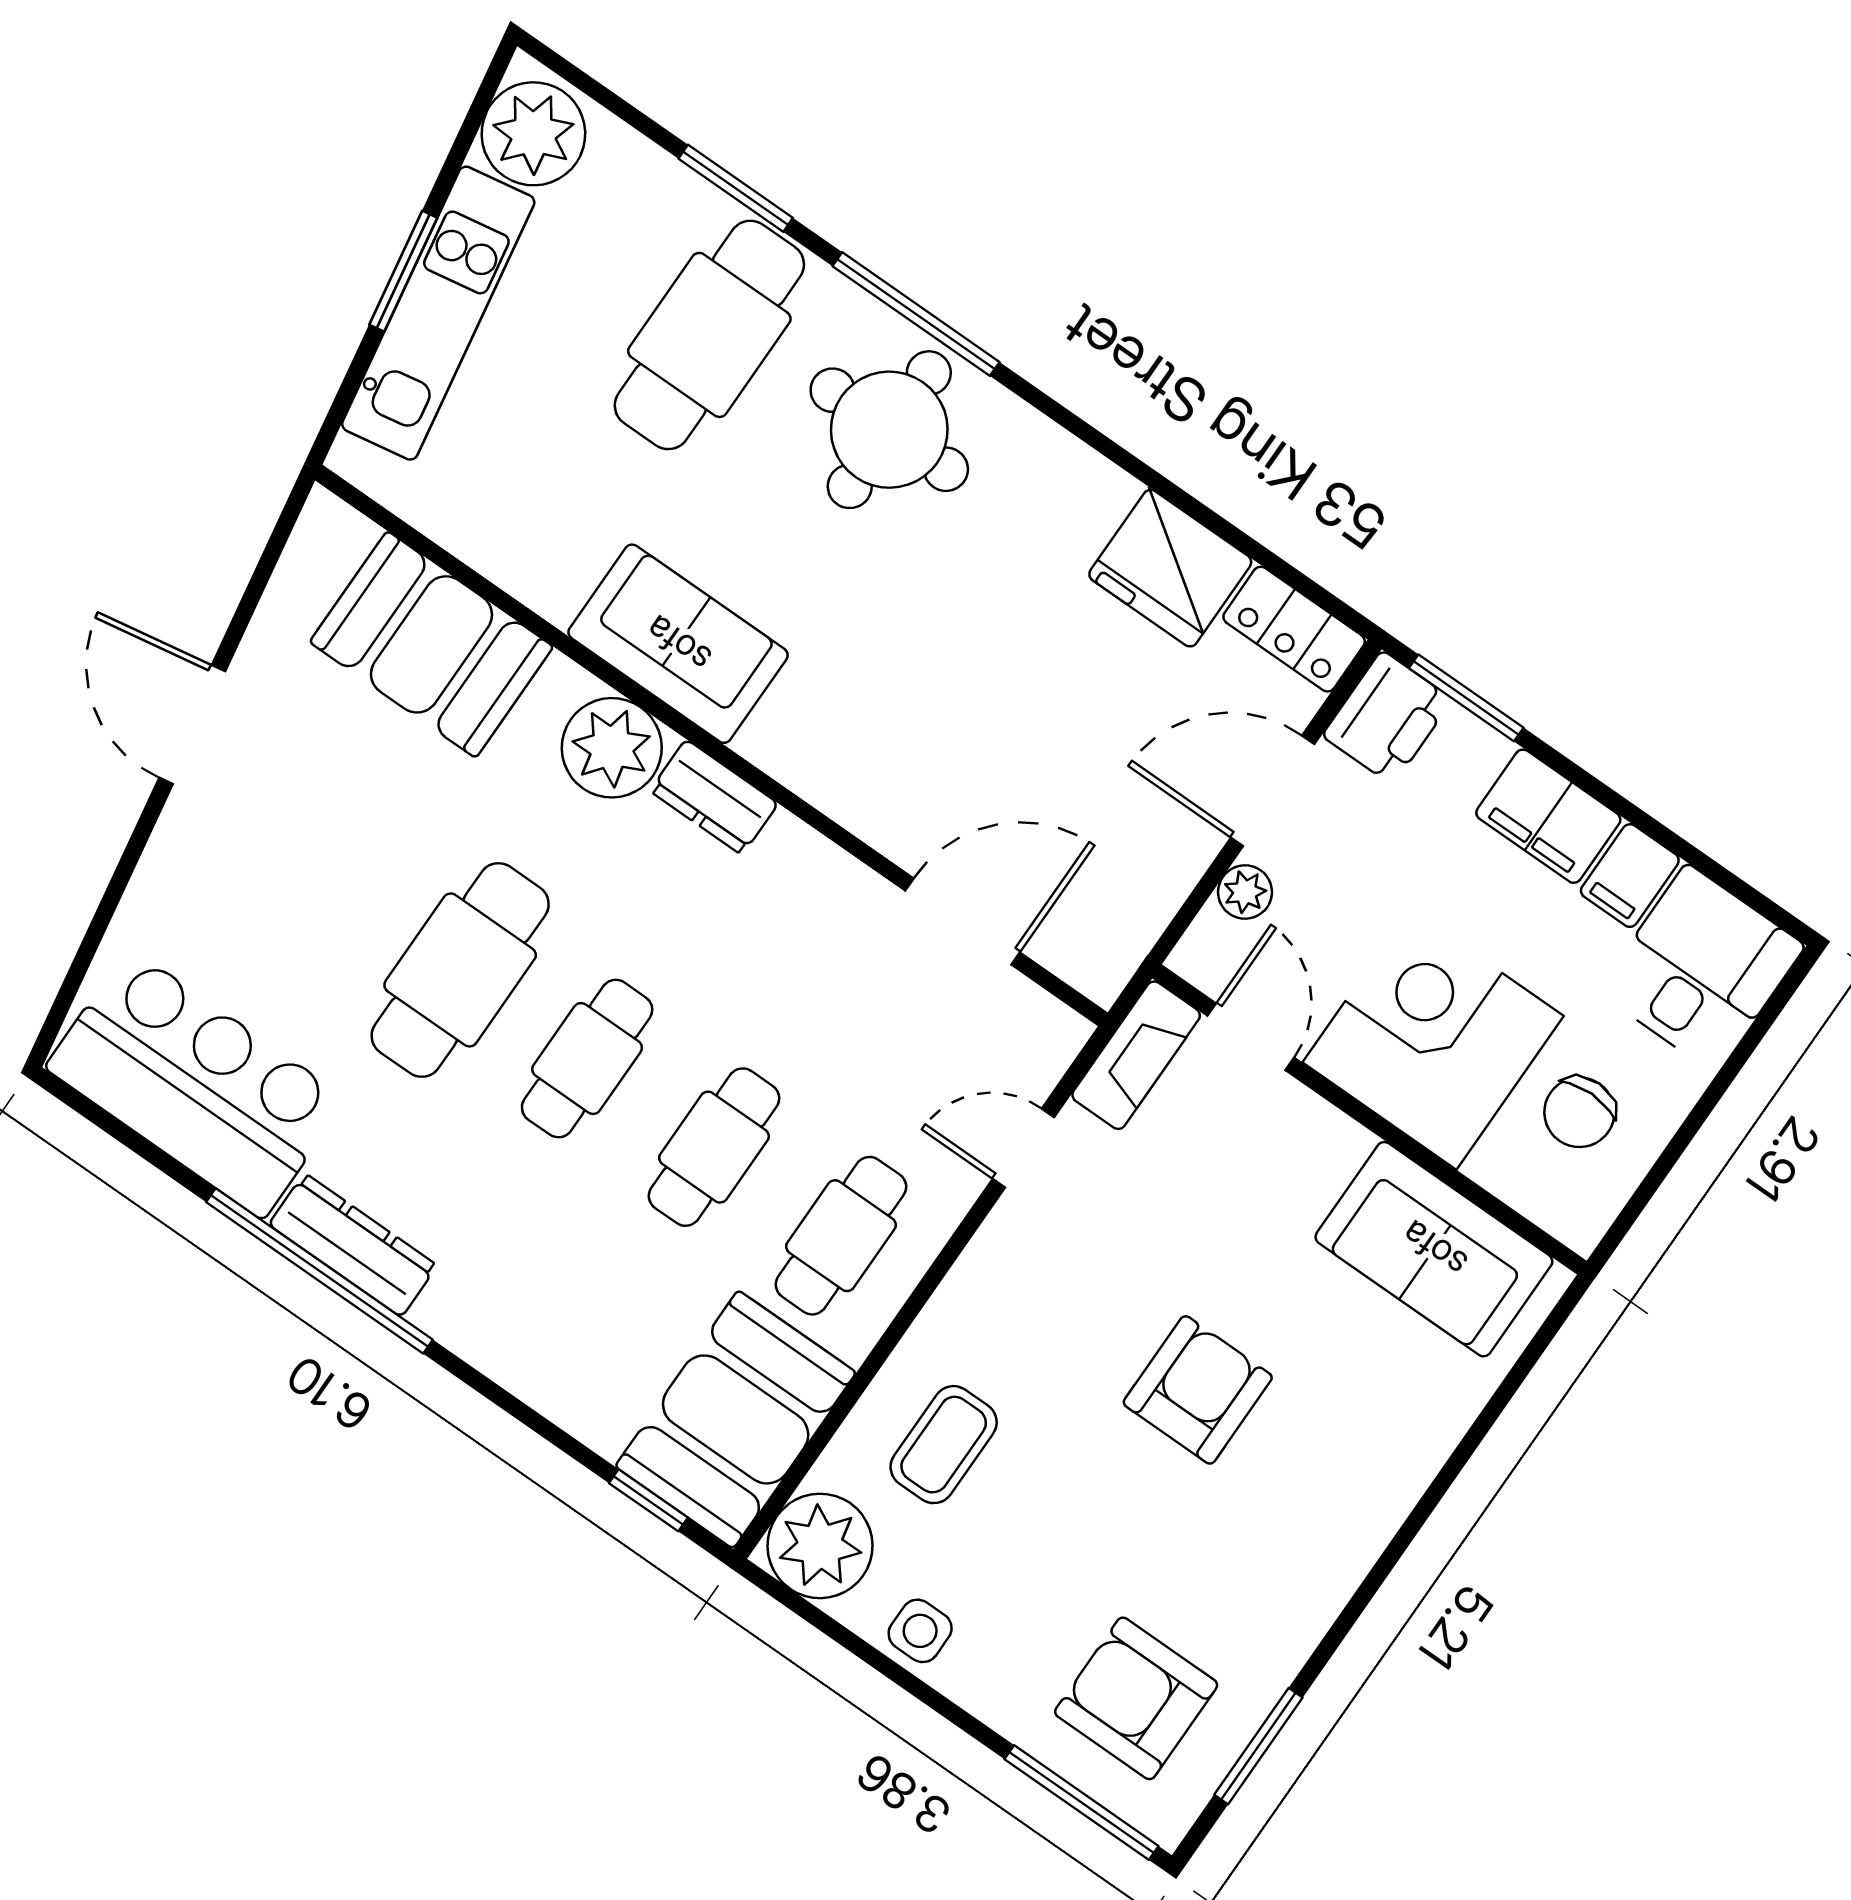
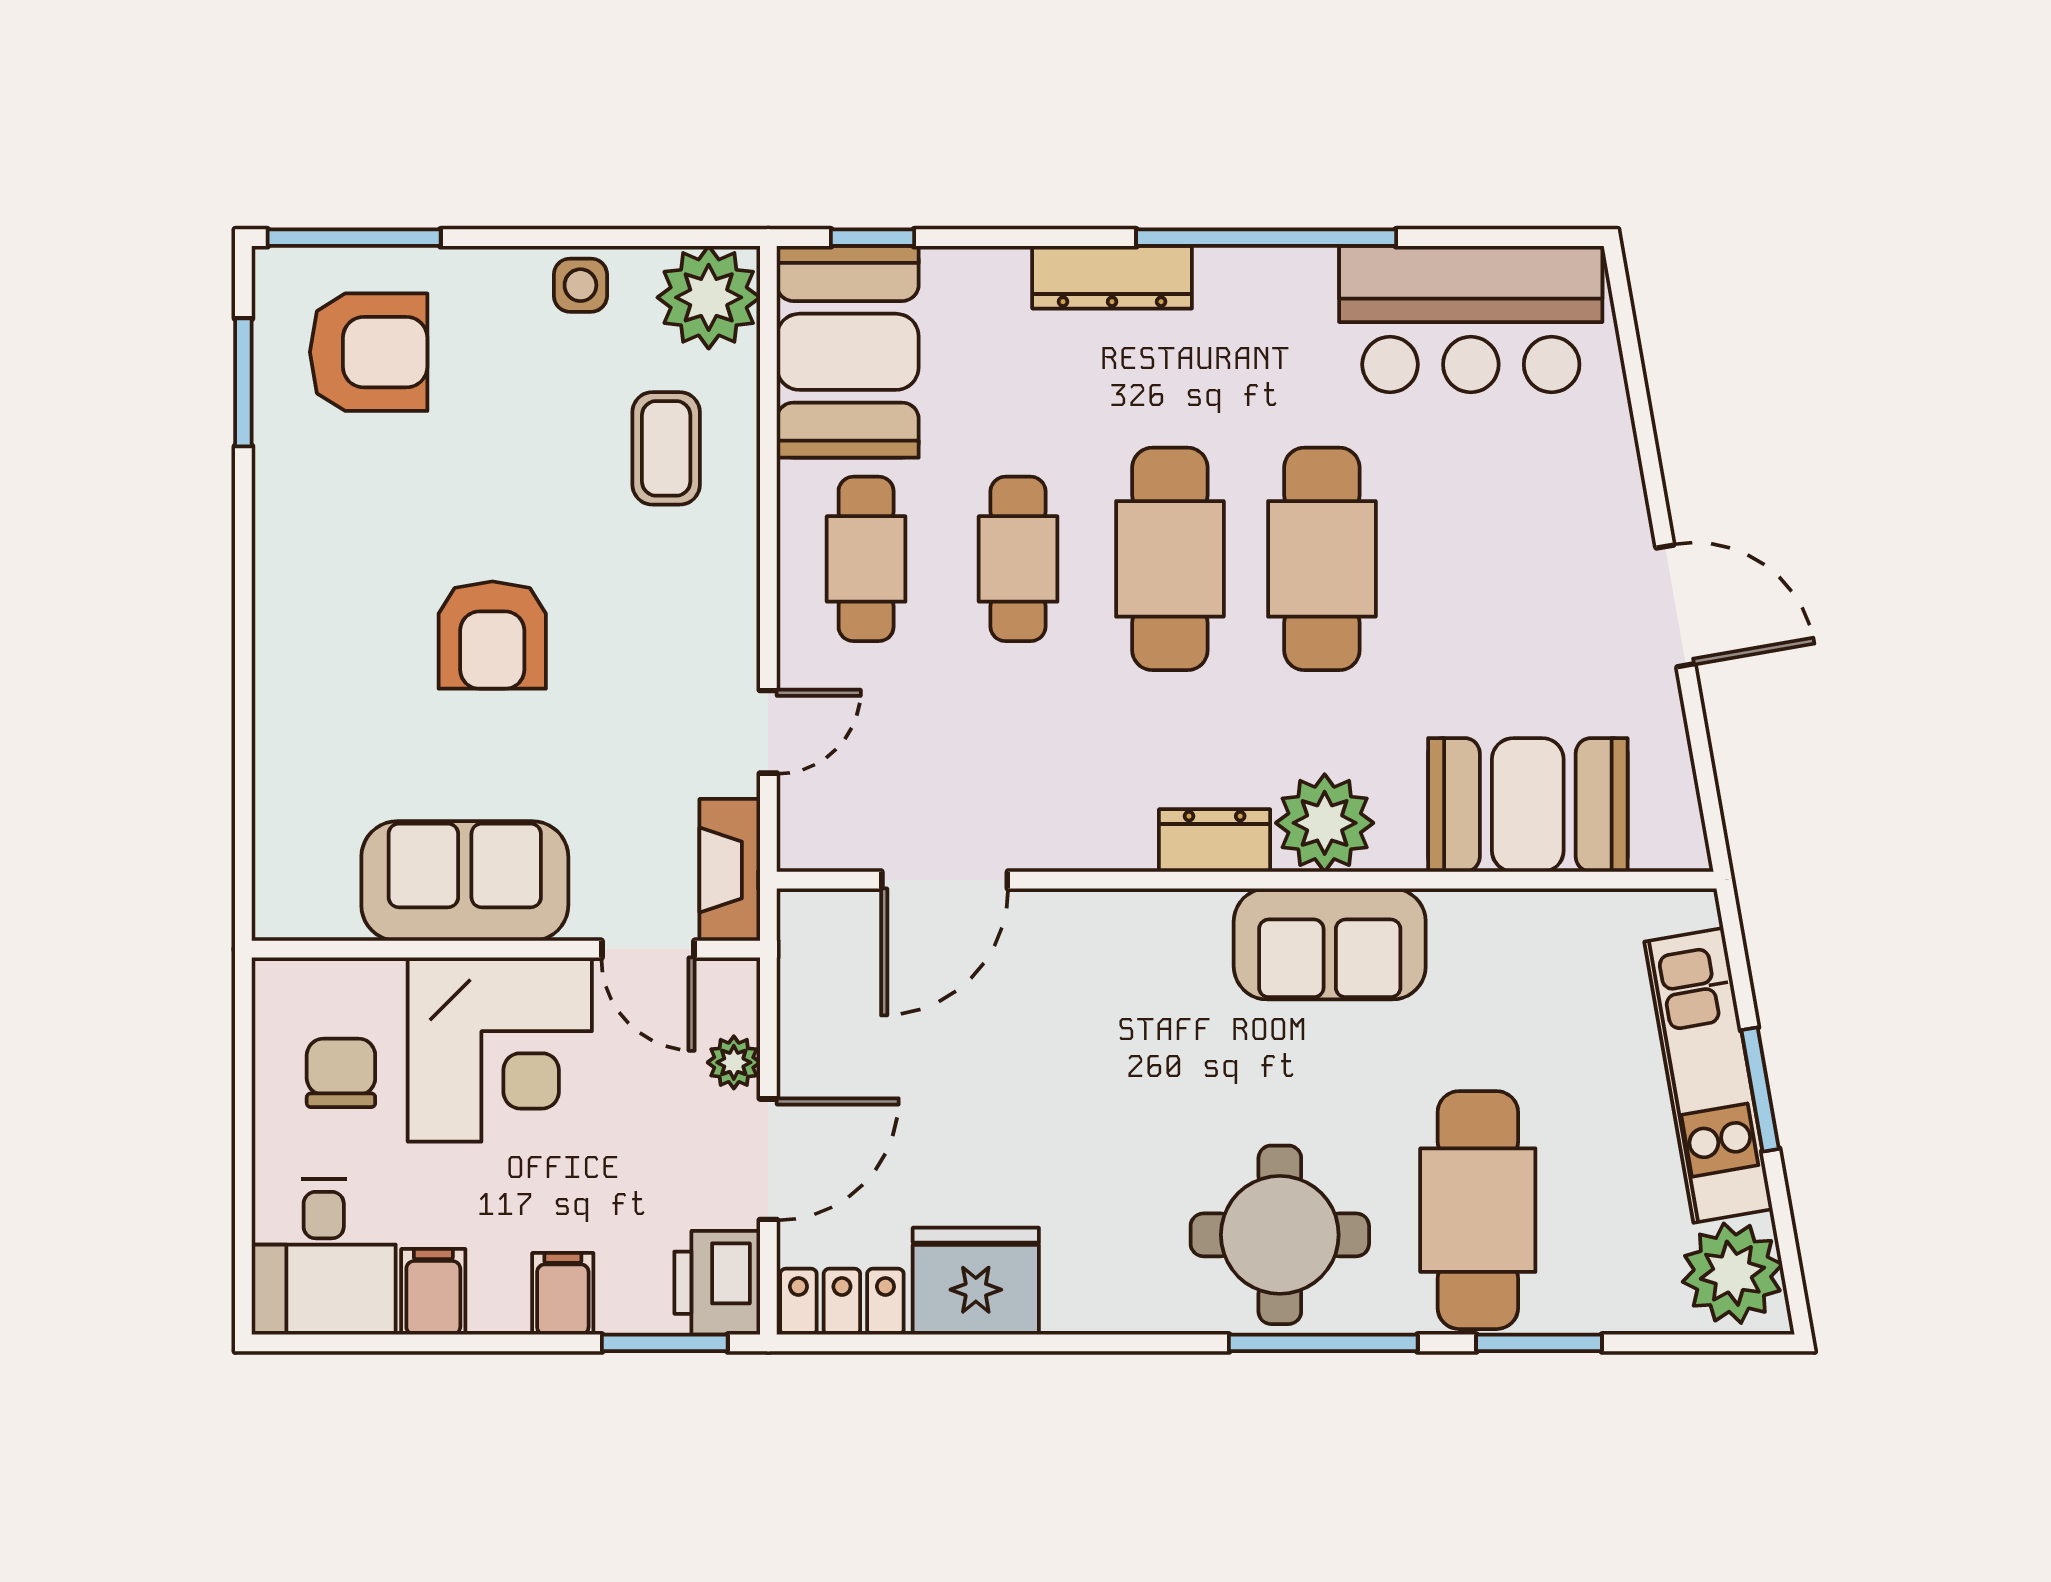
filing cabinet: (1548, 816) -> (563, 1294), width x0.50
cafe table: (587, 1059) -> (1170, 559), width x1.37, depth x1.35
dresser: (353, 1245) -> (1112, 277), moved
sofa: (1434, 1249) -> (465, 881), moved

